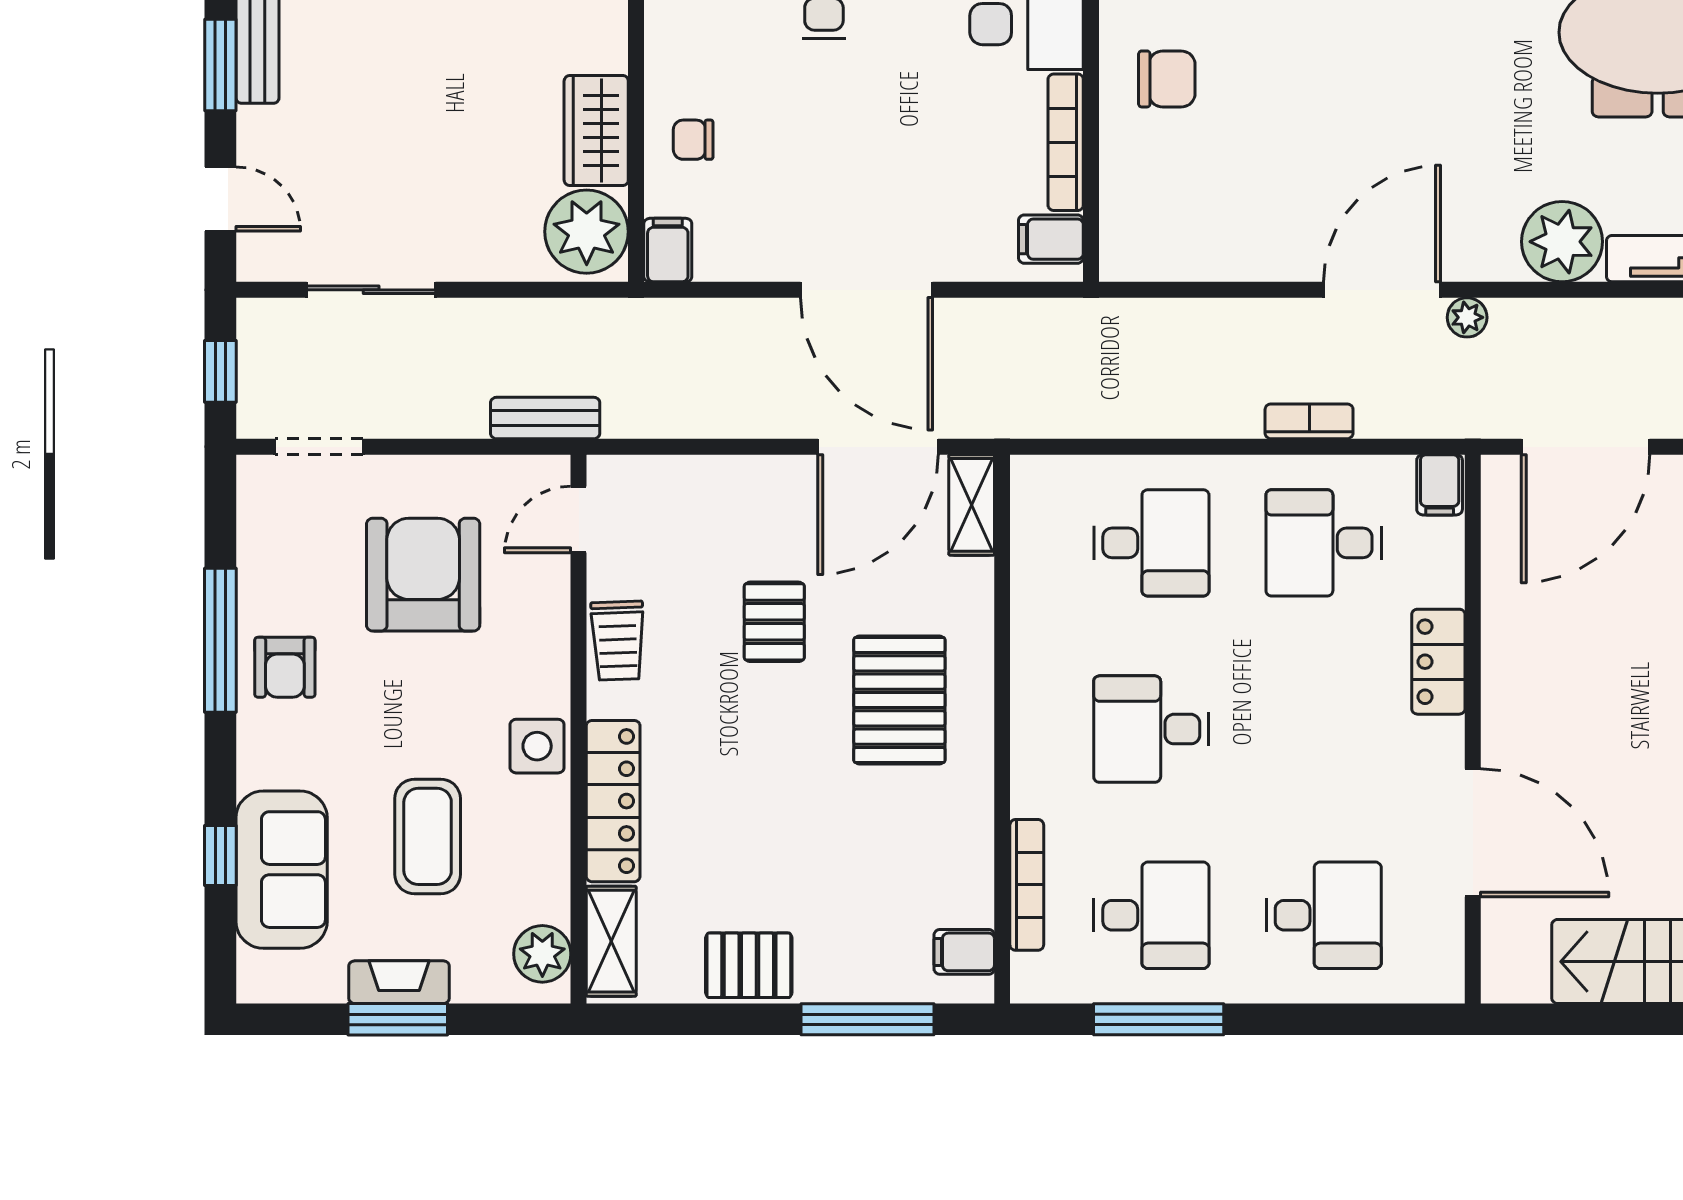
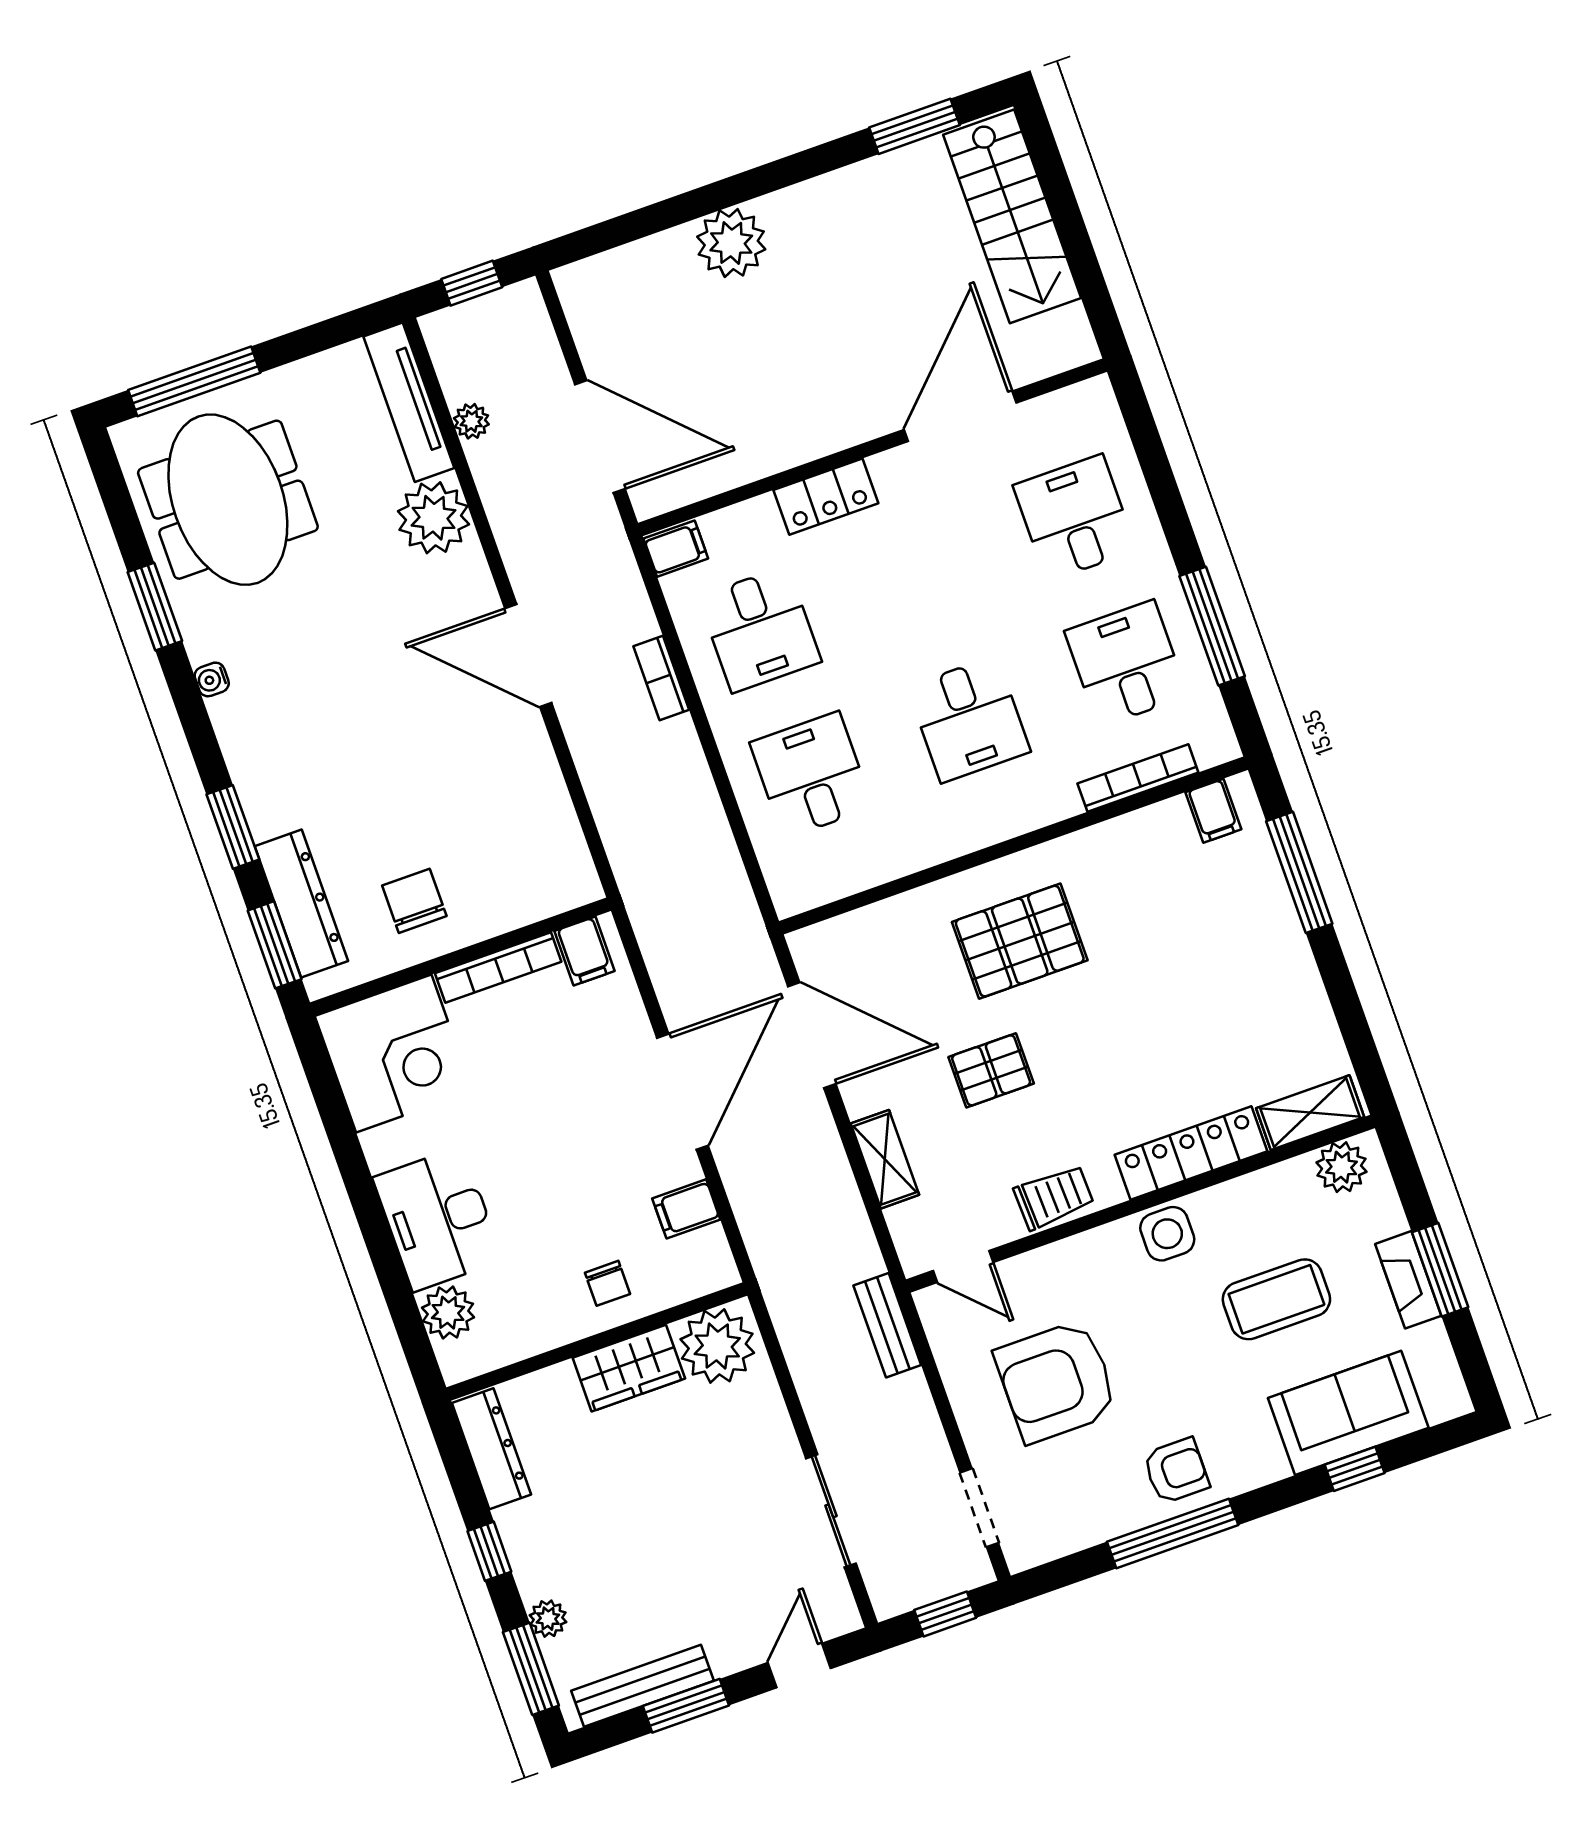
filing cabinet: (668, 250) -> (686, 1209), moved
plant: (1467, 317) -> (471, 421), moved
shelving: (972, 505) -> (885, 1159), moved, turned 90
pallet: (749, 965) -> (1289, 989), removed

